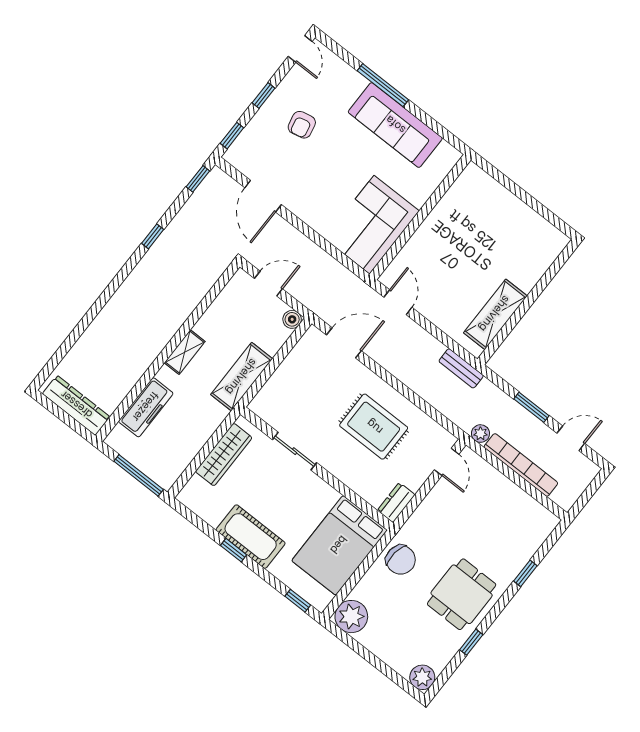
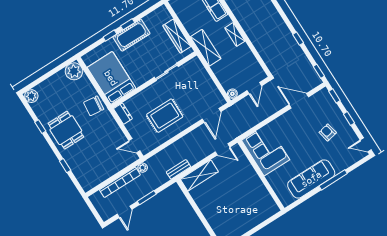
shelving: (495, 314) -> (199, 175), moved, turned 90
shelving: (242, 377) -> (206, 48), moved
window: (298, 601) -> (110, 35), moved

